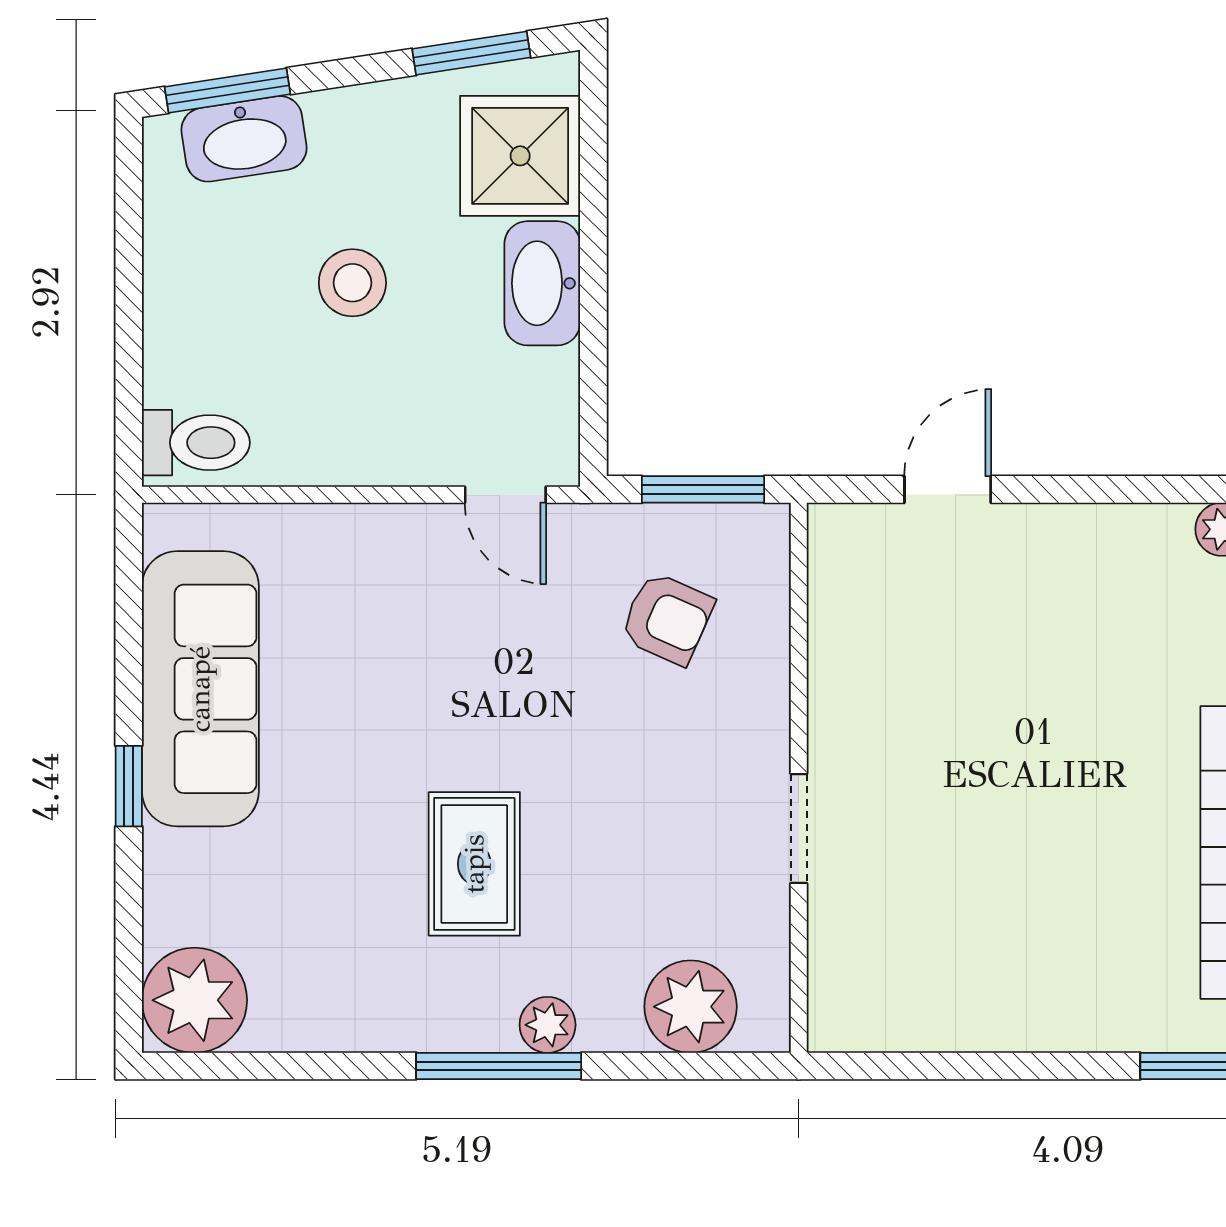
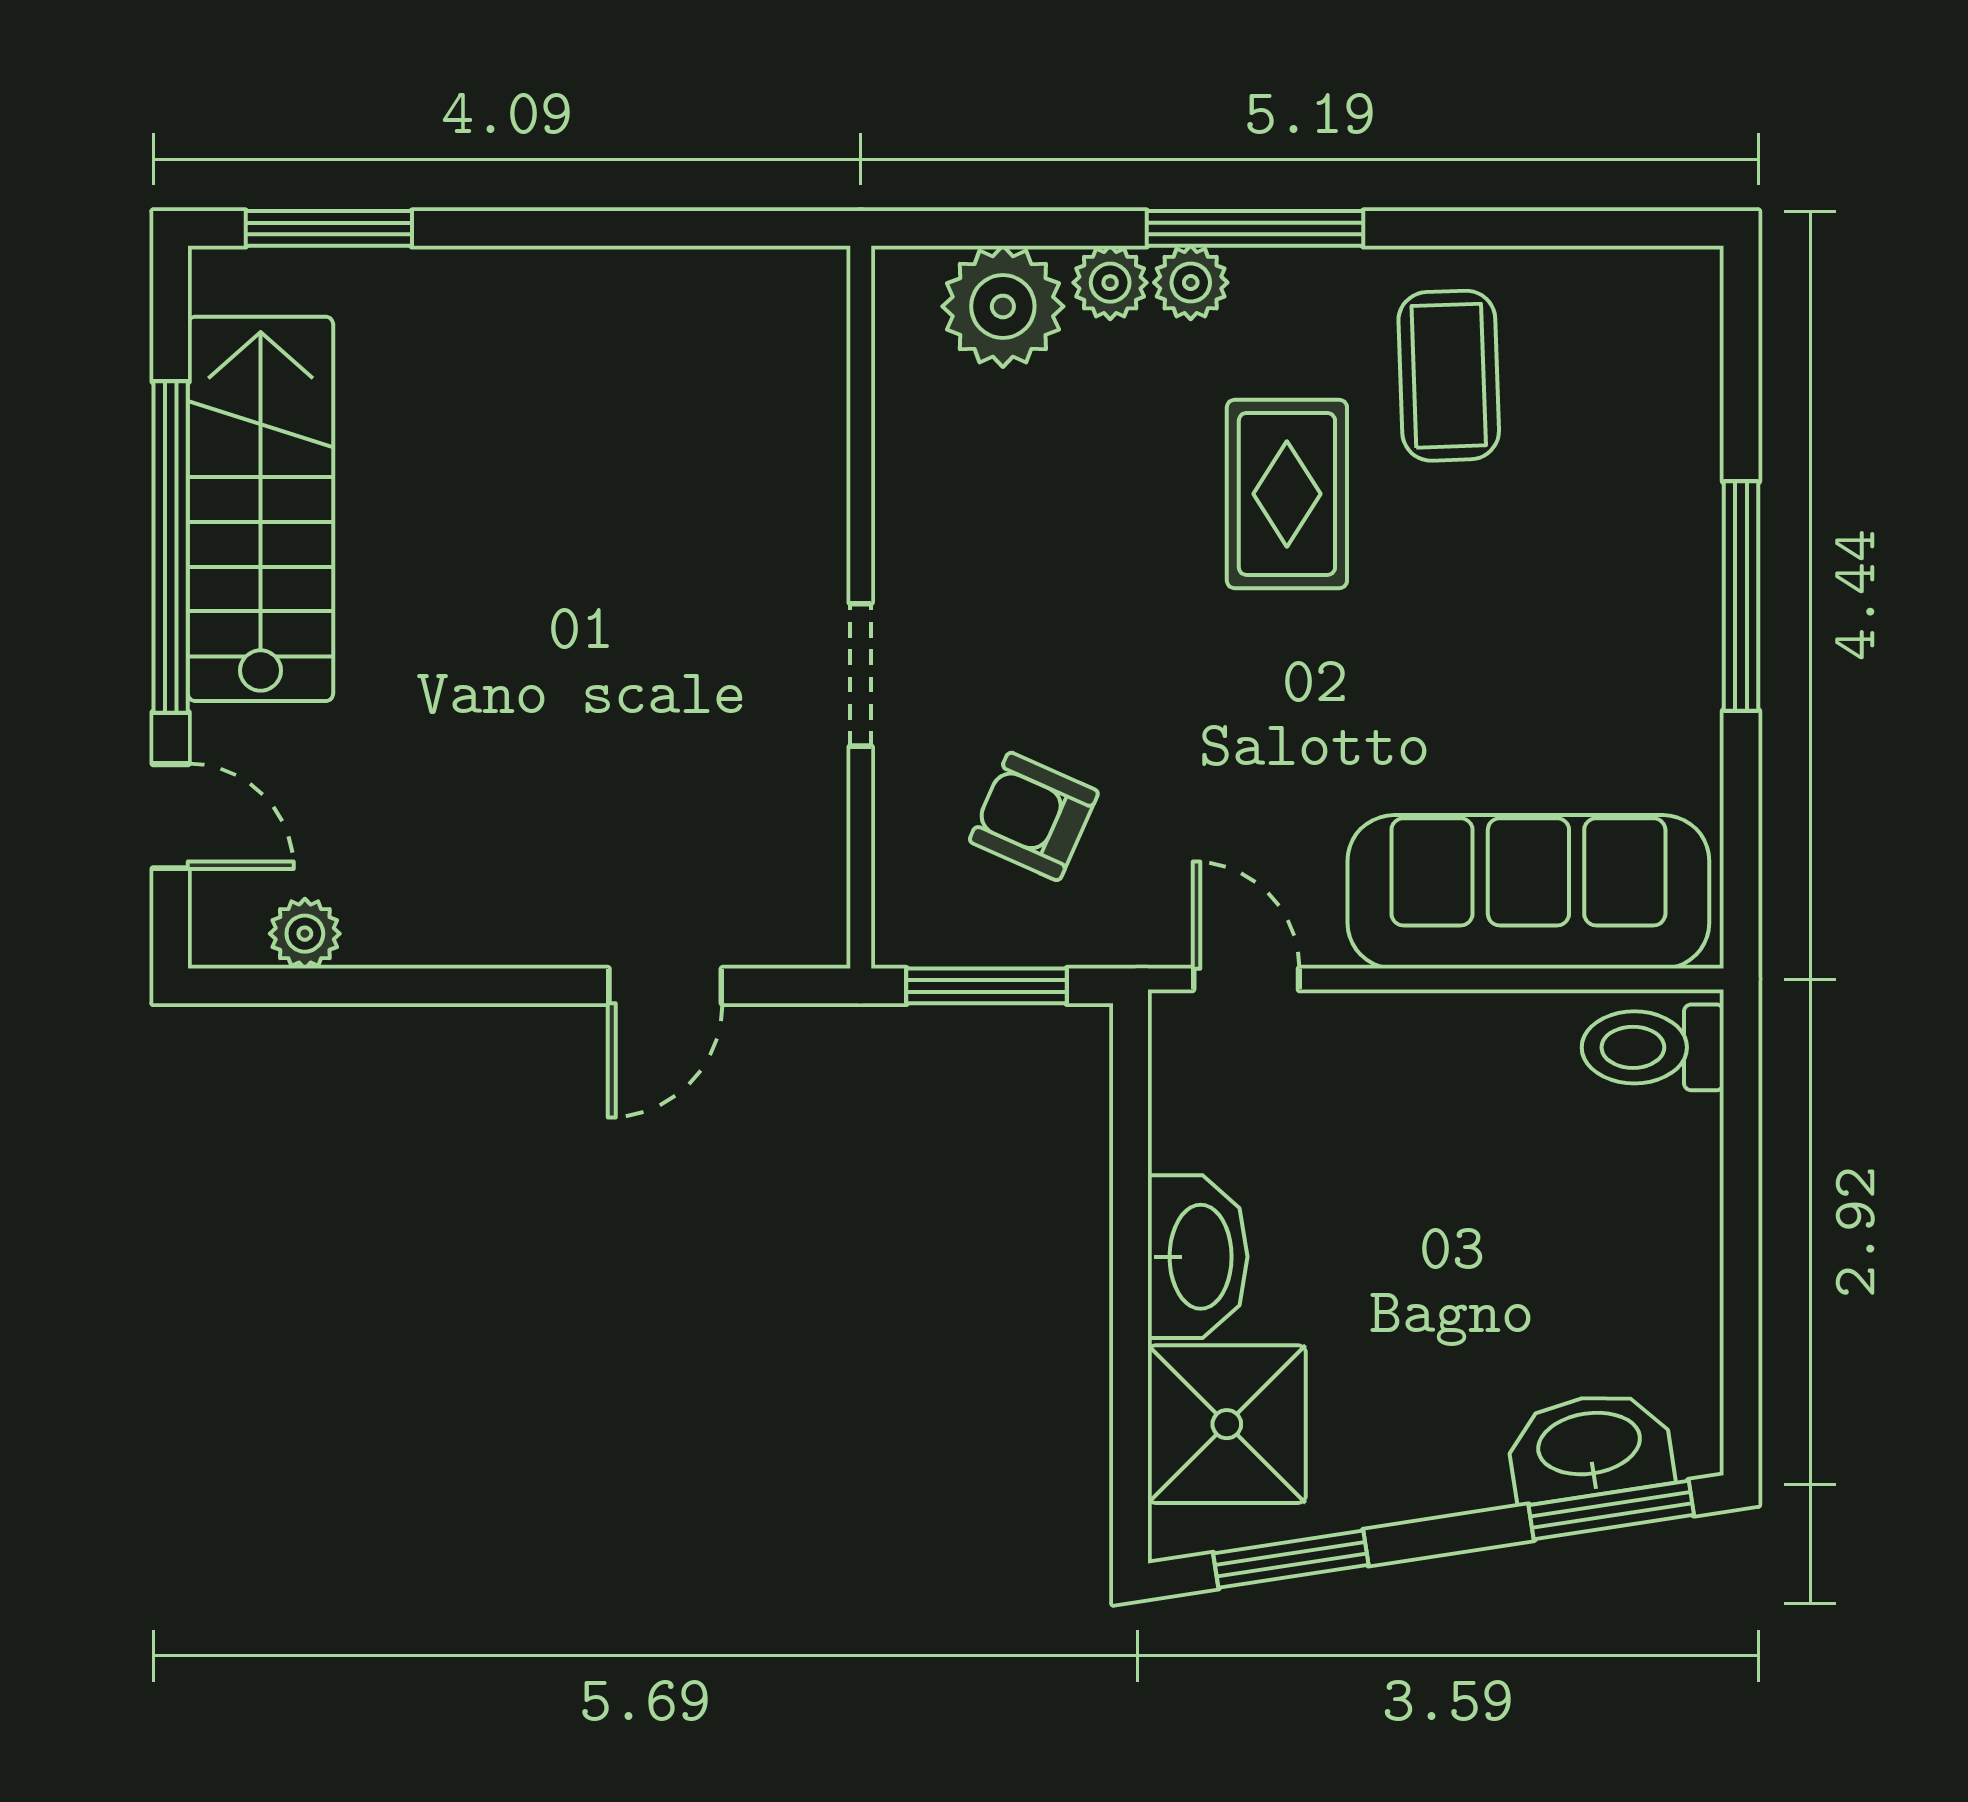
stool: (352, 283) -> (1447, 1257), removed
sofa: (200, 689) -> (1528, 892), moved, turned 90
window: (129, 786) -> (1741, 596), width x2.17
doorway: (799, 828) -> (861, 675), moved
coffee table: (351, 954) -> (1449, 376), added
plant: (194, 1000) -> (1110, 283), moved, width x0.53, depth x0.53

